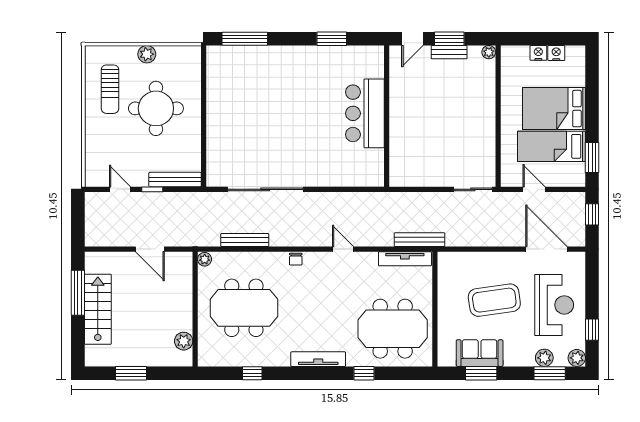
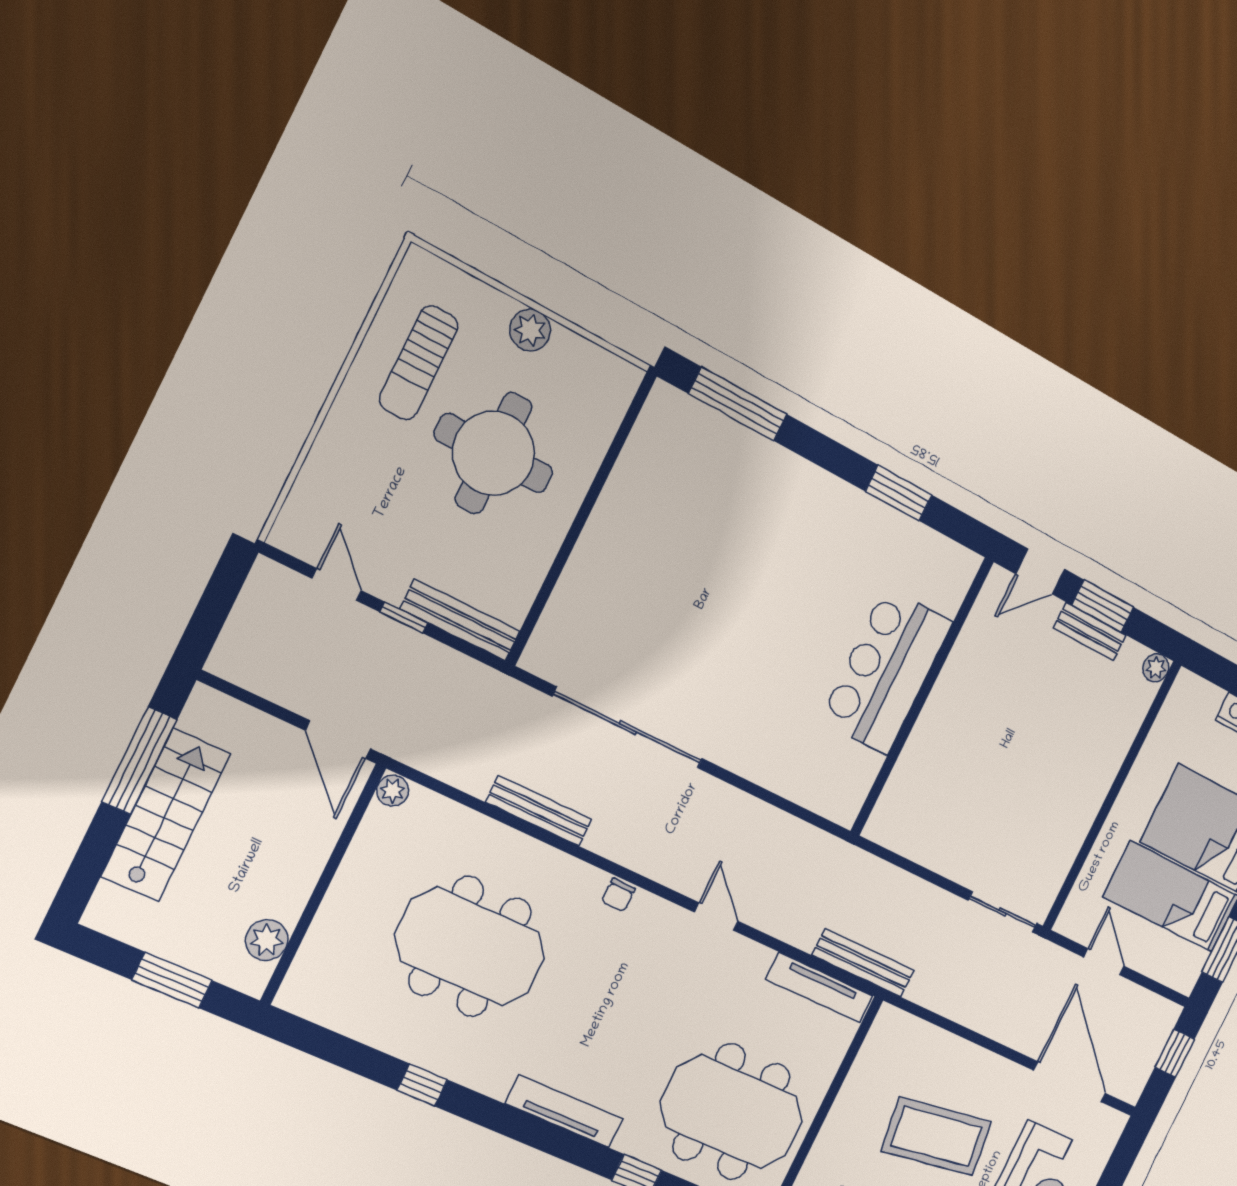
plant: (205, 259) -> (393, 791), moved
wall: (195, 309) -> (323, 884), moved
plant: (184, 341) -> (267, 940), moved

